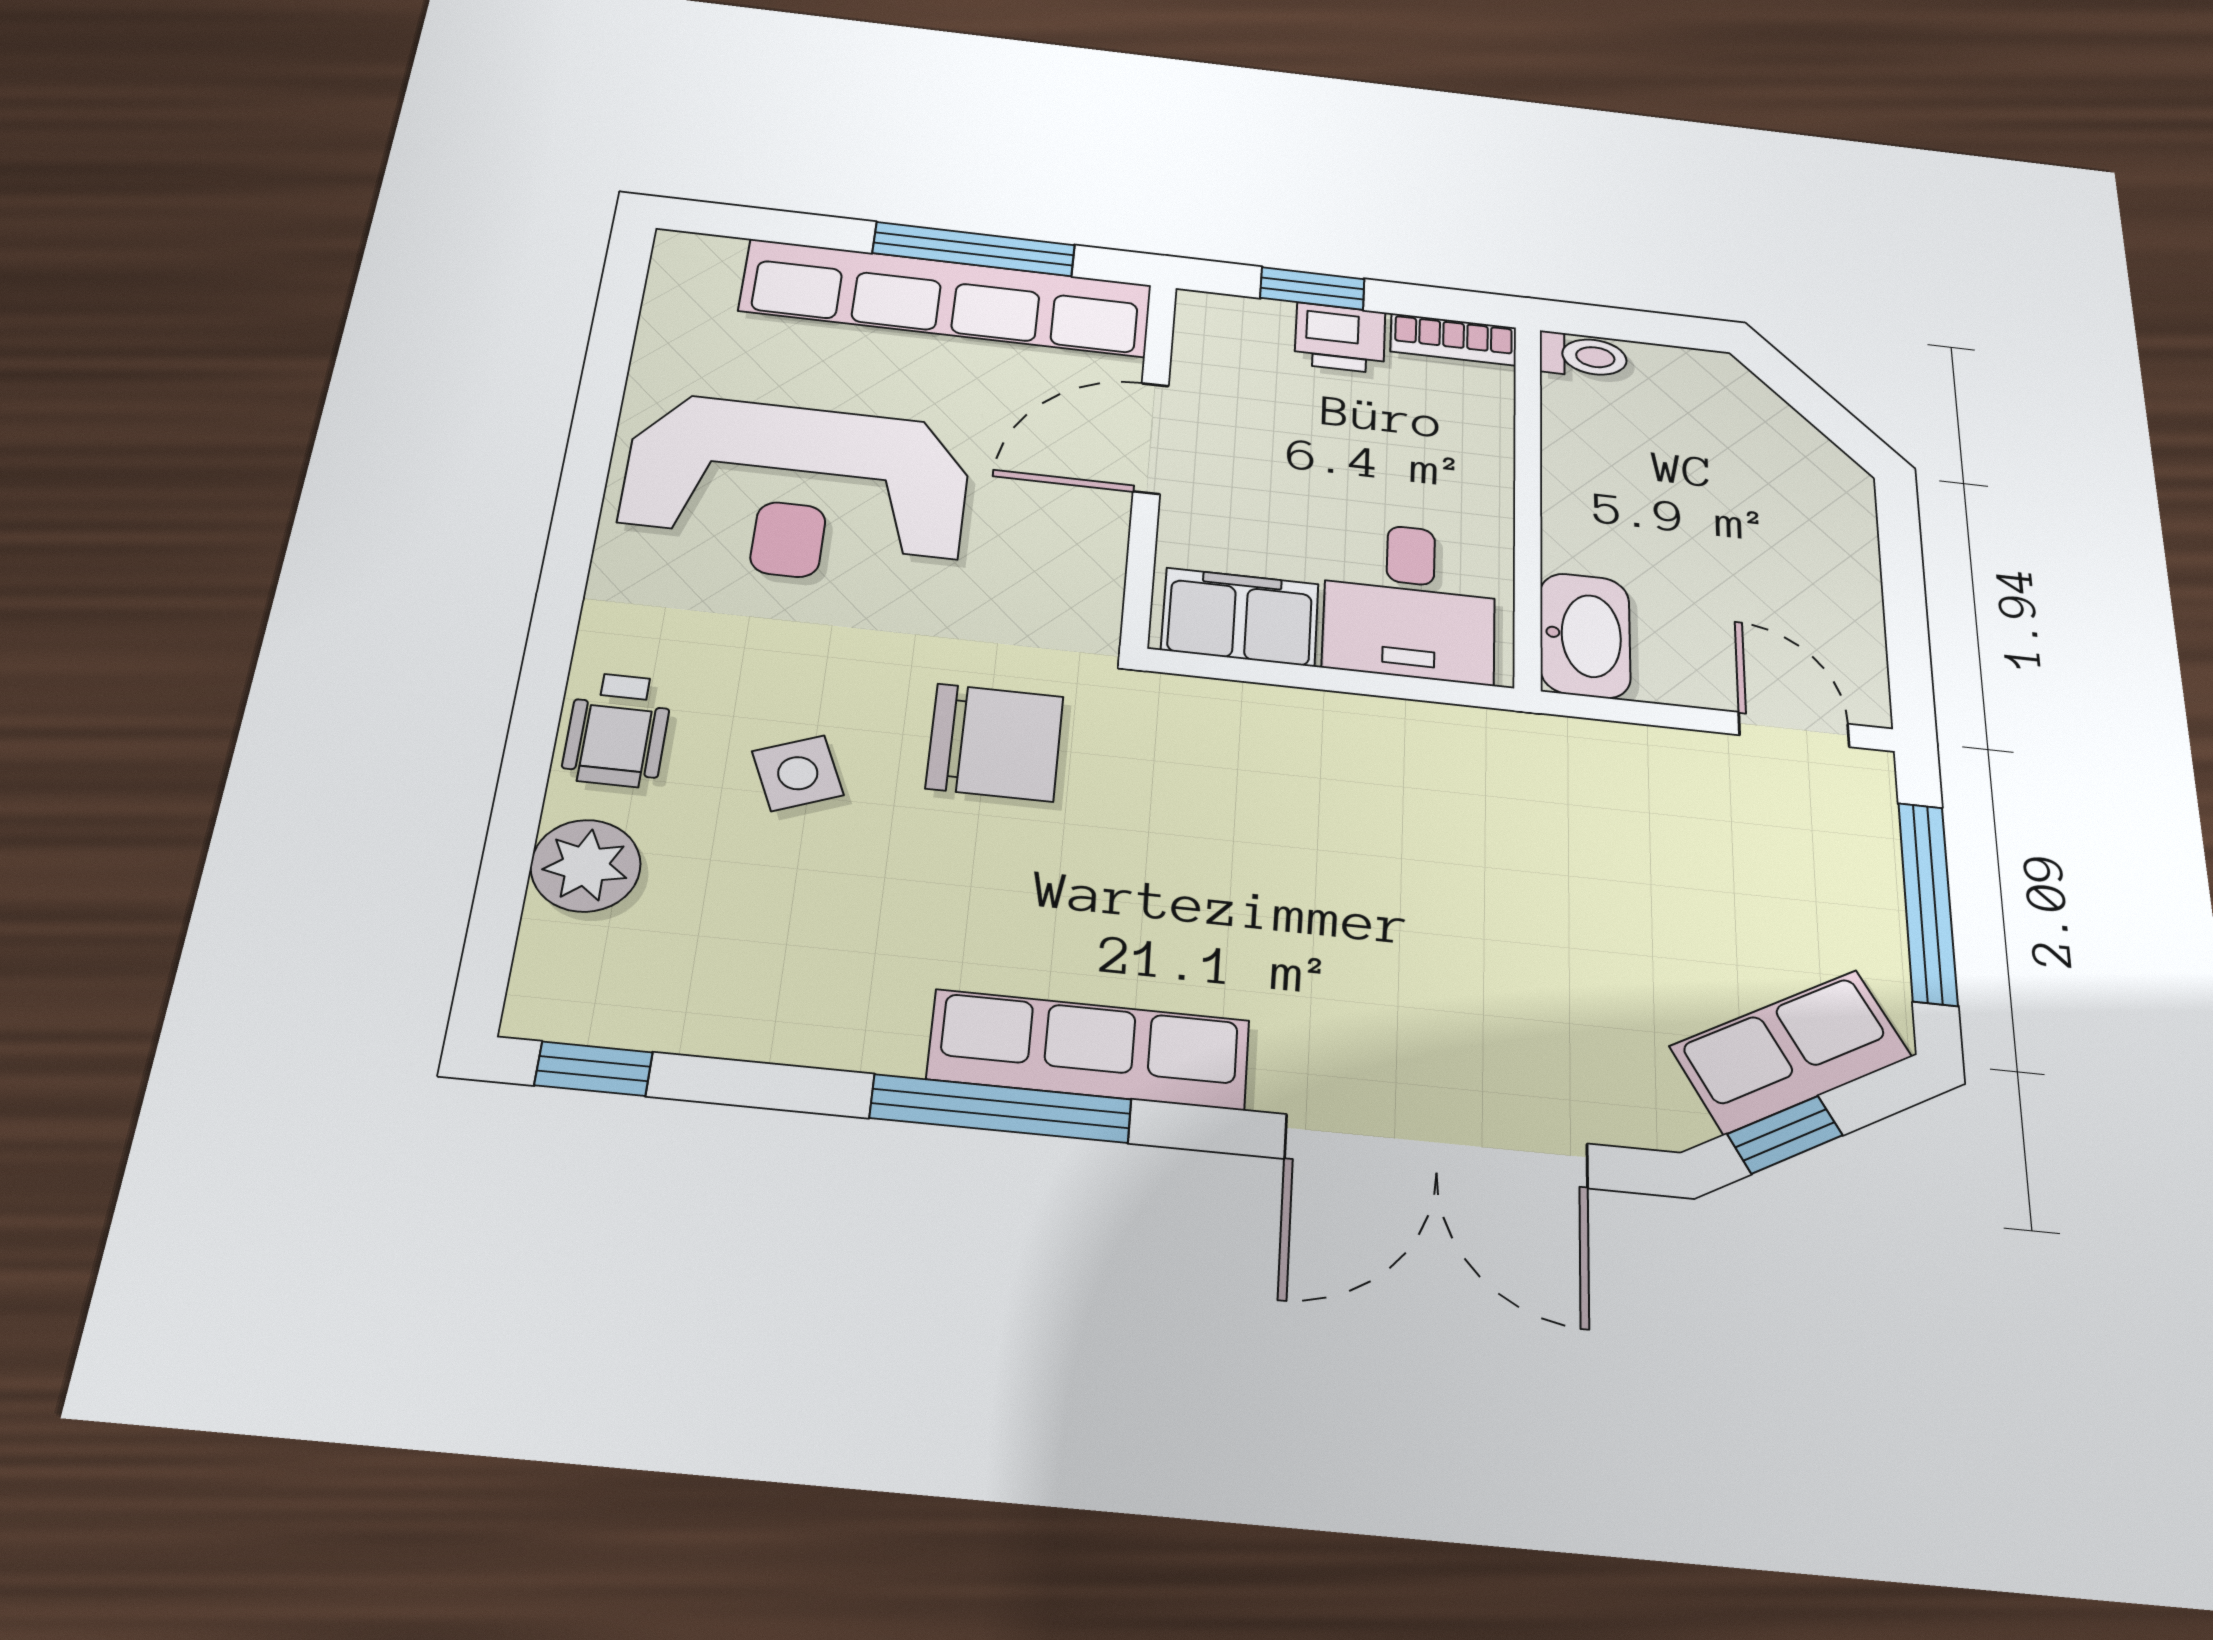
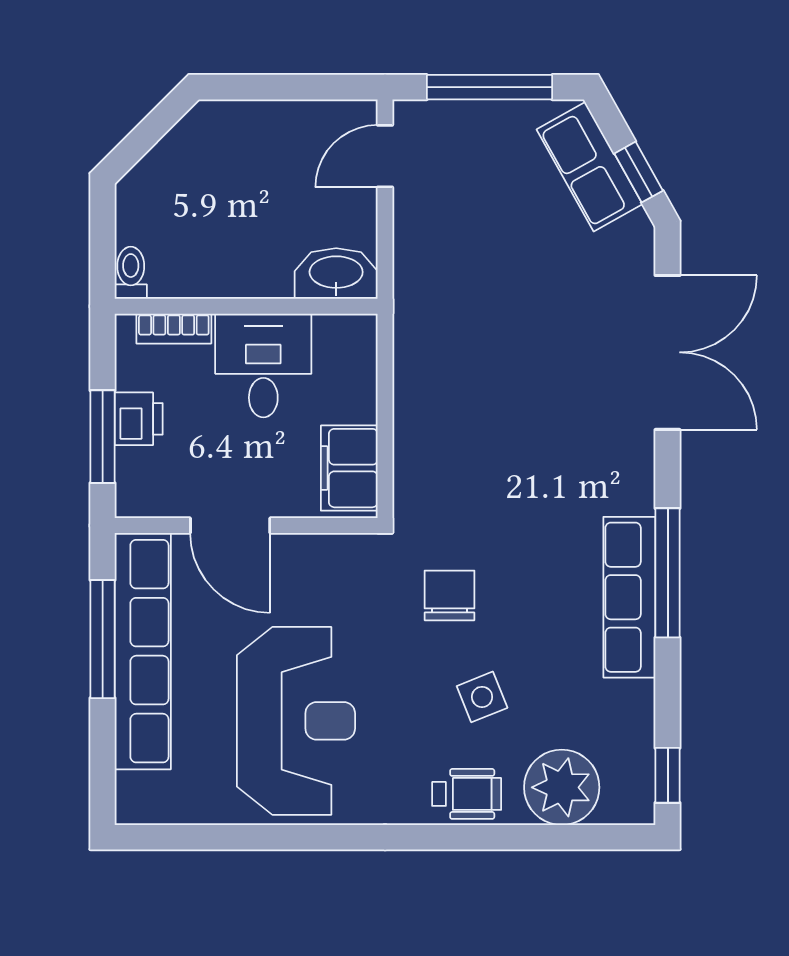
window: (1312, 288) -> (103, 437), width x1.50
bookcase: (1453, 339) -> (174, 329), moved, turned 90
desk: (1410, 601) -> (263, 365), moved, turned -90
chair: (995, 742) -> (450, 595), width x0.73, depth x0.73
plant: (586, 866) -> (562, 787), width x1.36, depth x1.36
row of seats: (1089, 1050) -> (629, 597), moved

